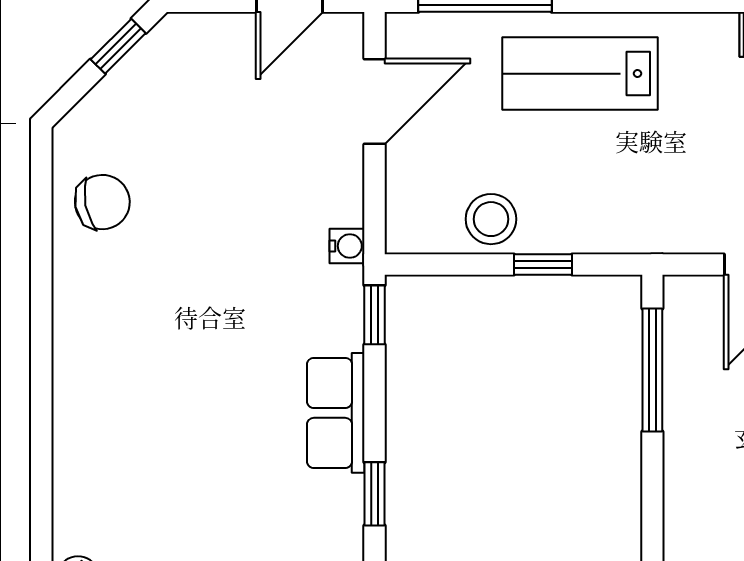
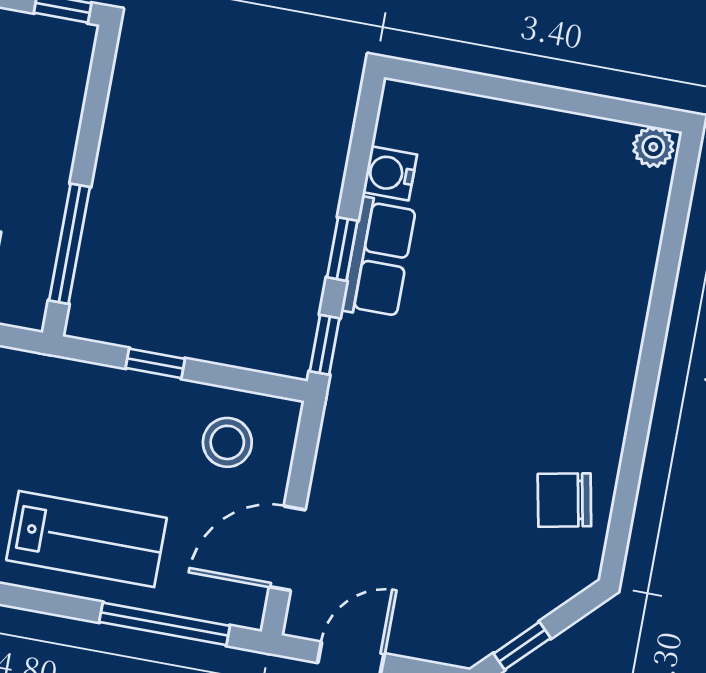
stool: (491, 219) -> (227, 442), moved
water cooler: (347, 246) -> (390, 173), moved, width x1.38, depth x1.38
window: (375, 494) -> (342, 249), moved

